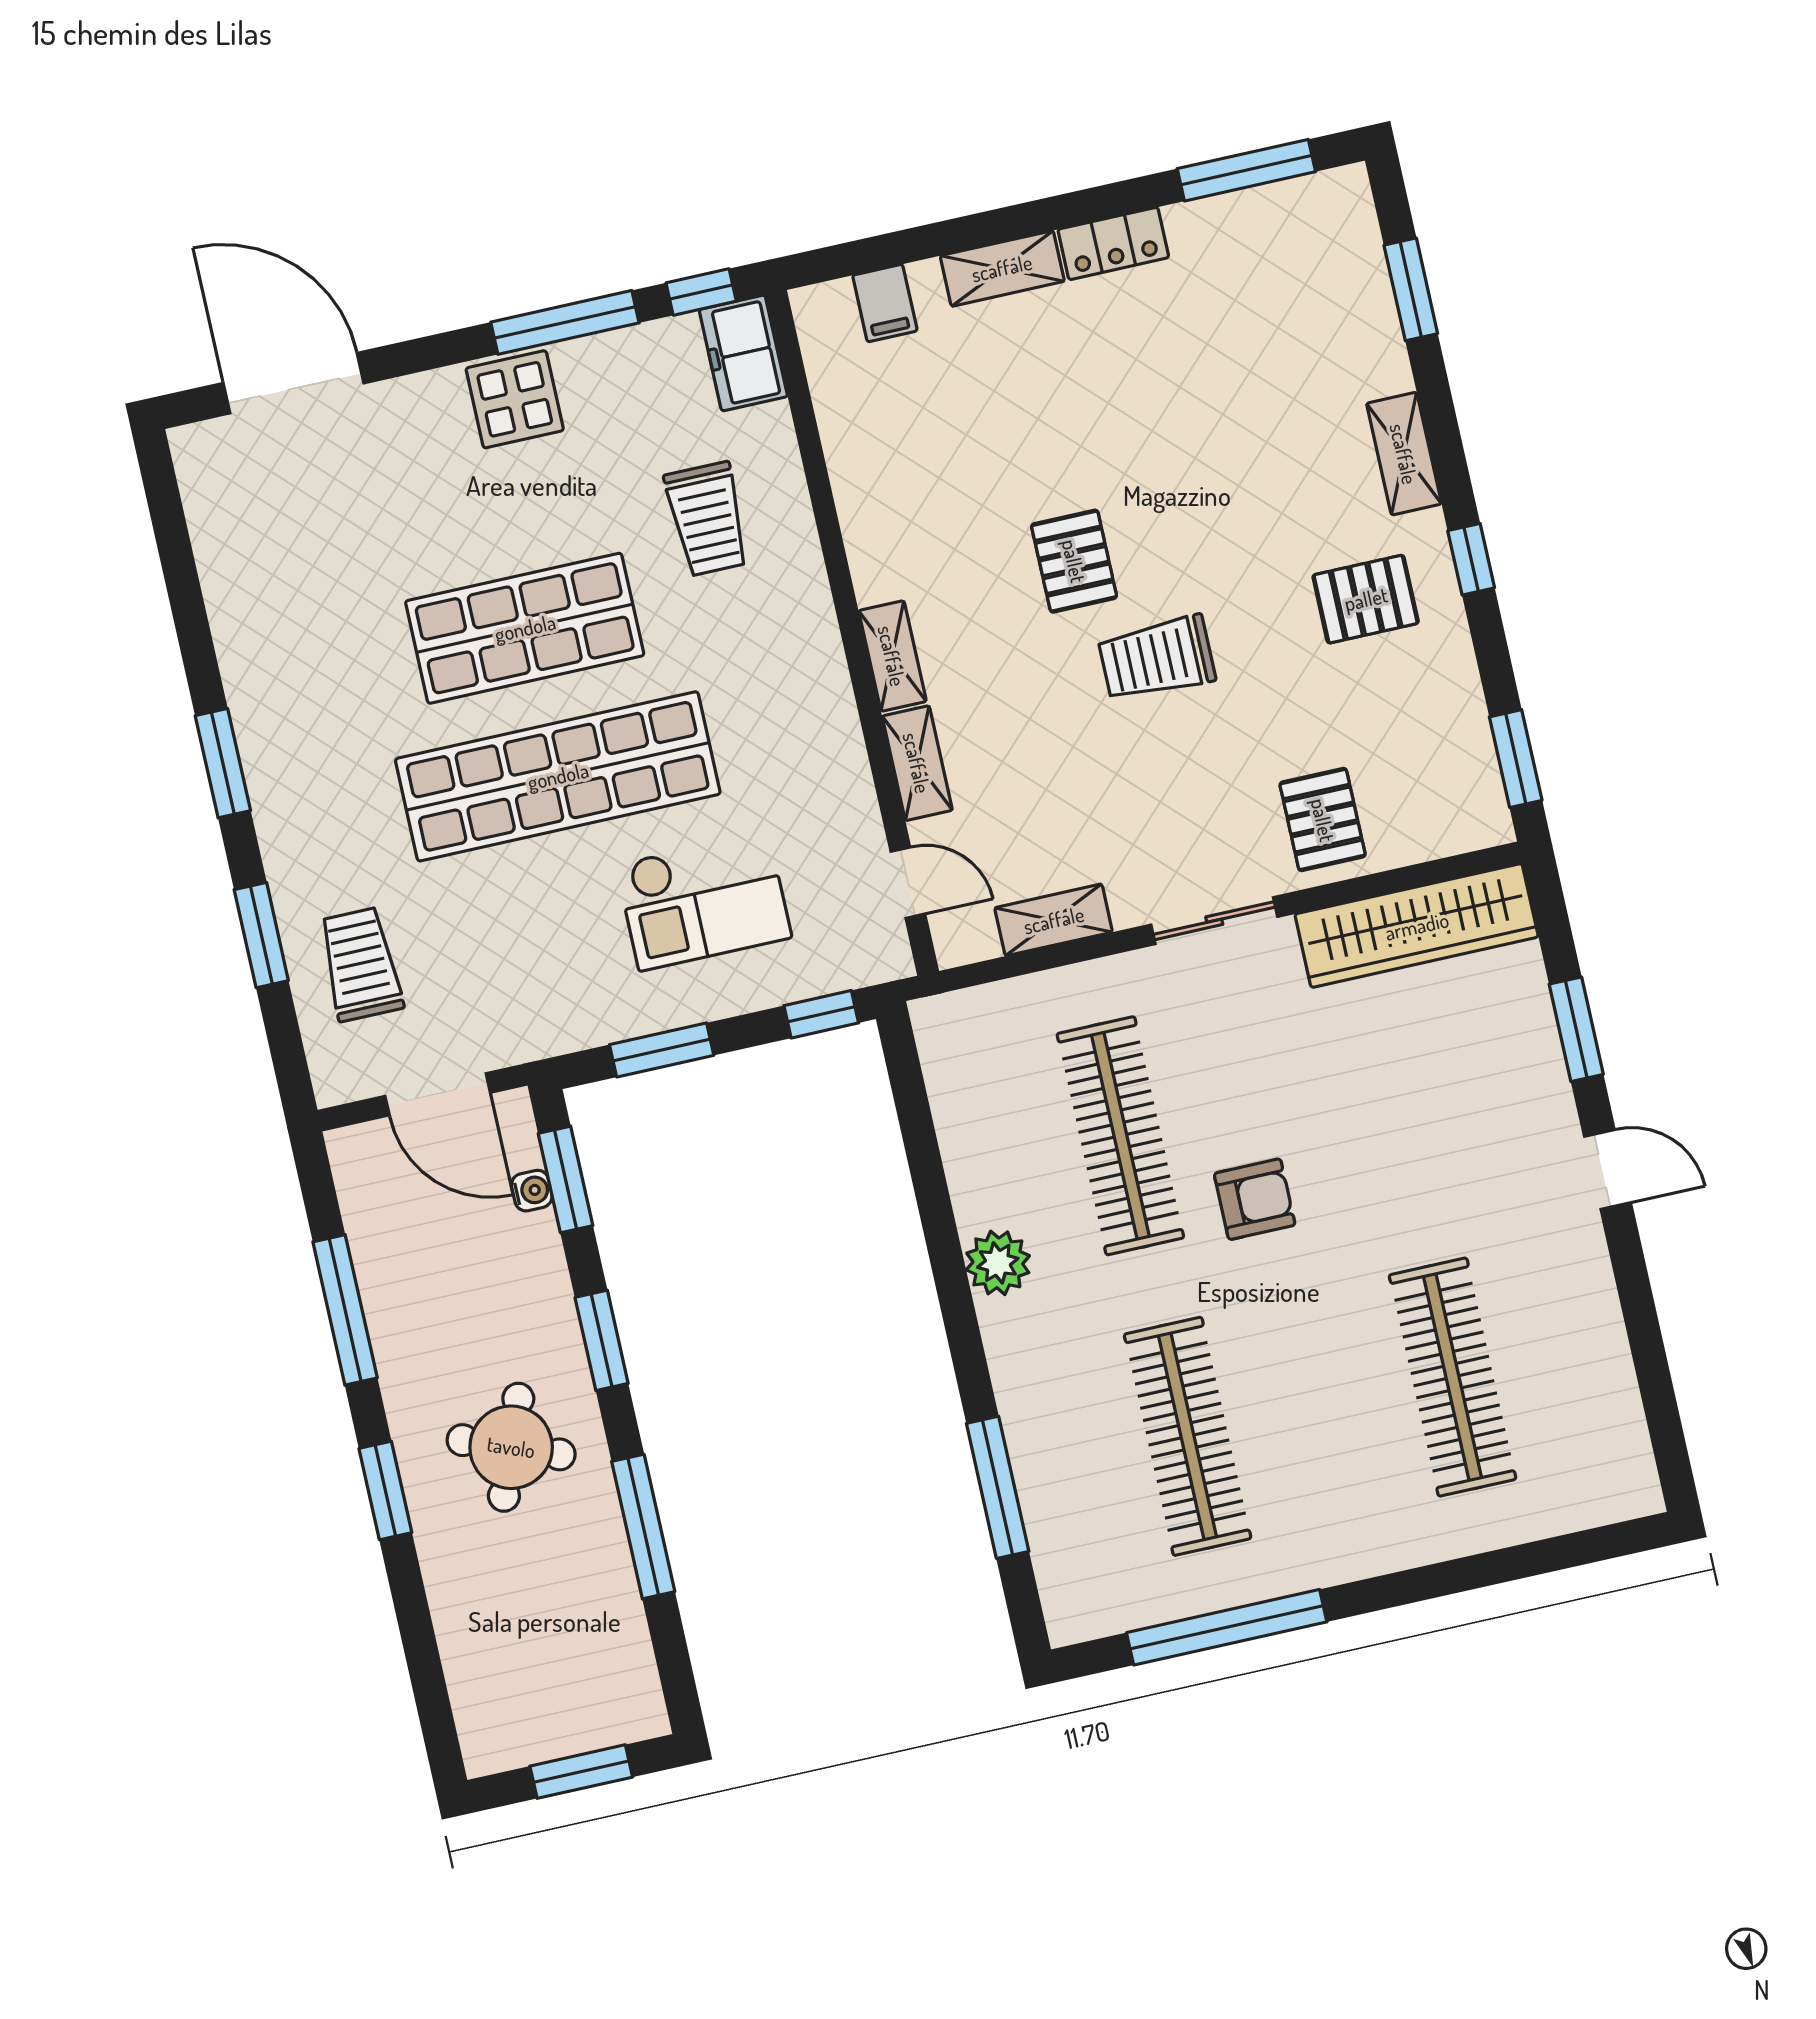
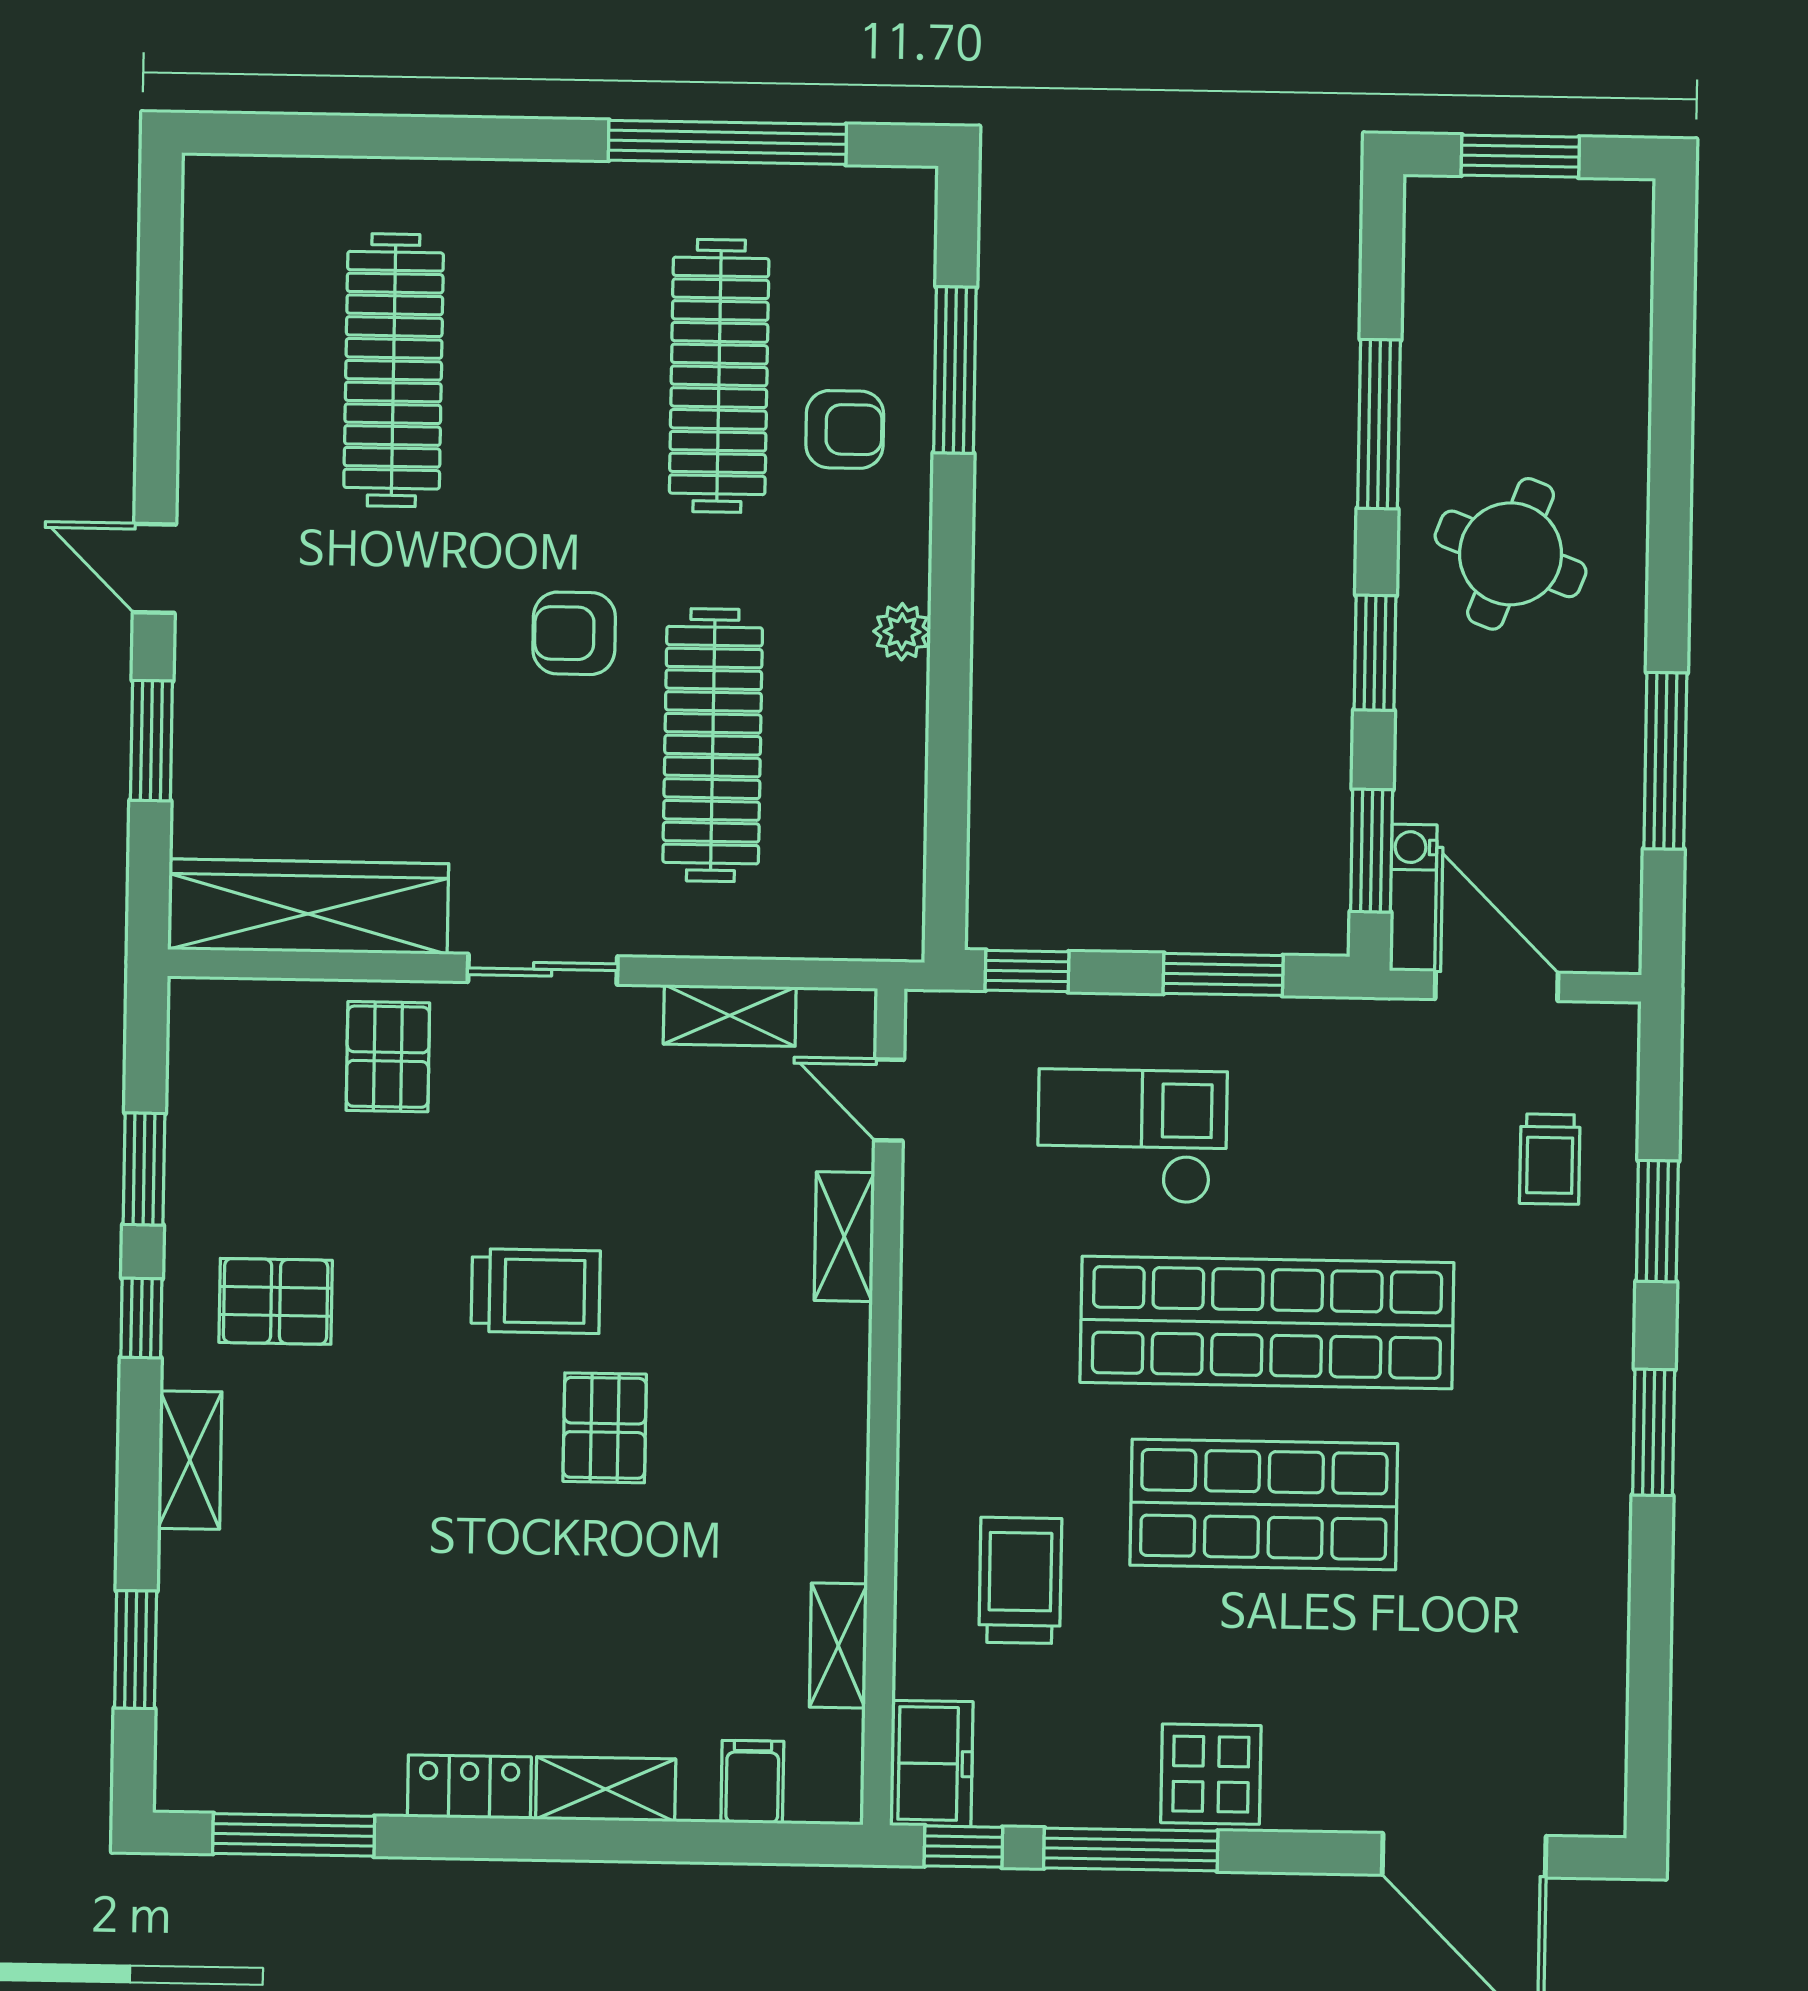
shelving: (892, 656) -> (838, 1645), moved
window: (1516, 759) -> (144, 1169), moved
trolley: (361, 964) -> (1550, 1159), width x0.73, depth x0.72
plant: (998, 1263) -> (902, 632), width x0.73, depth x0.73
armchair: (1075, 1418) -> (845, 429), added
window: (385, 1491) -> (1669, 539), removed

